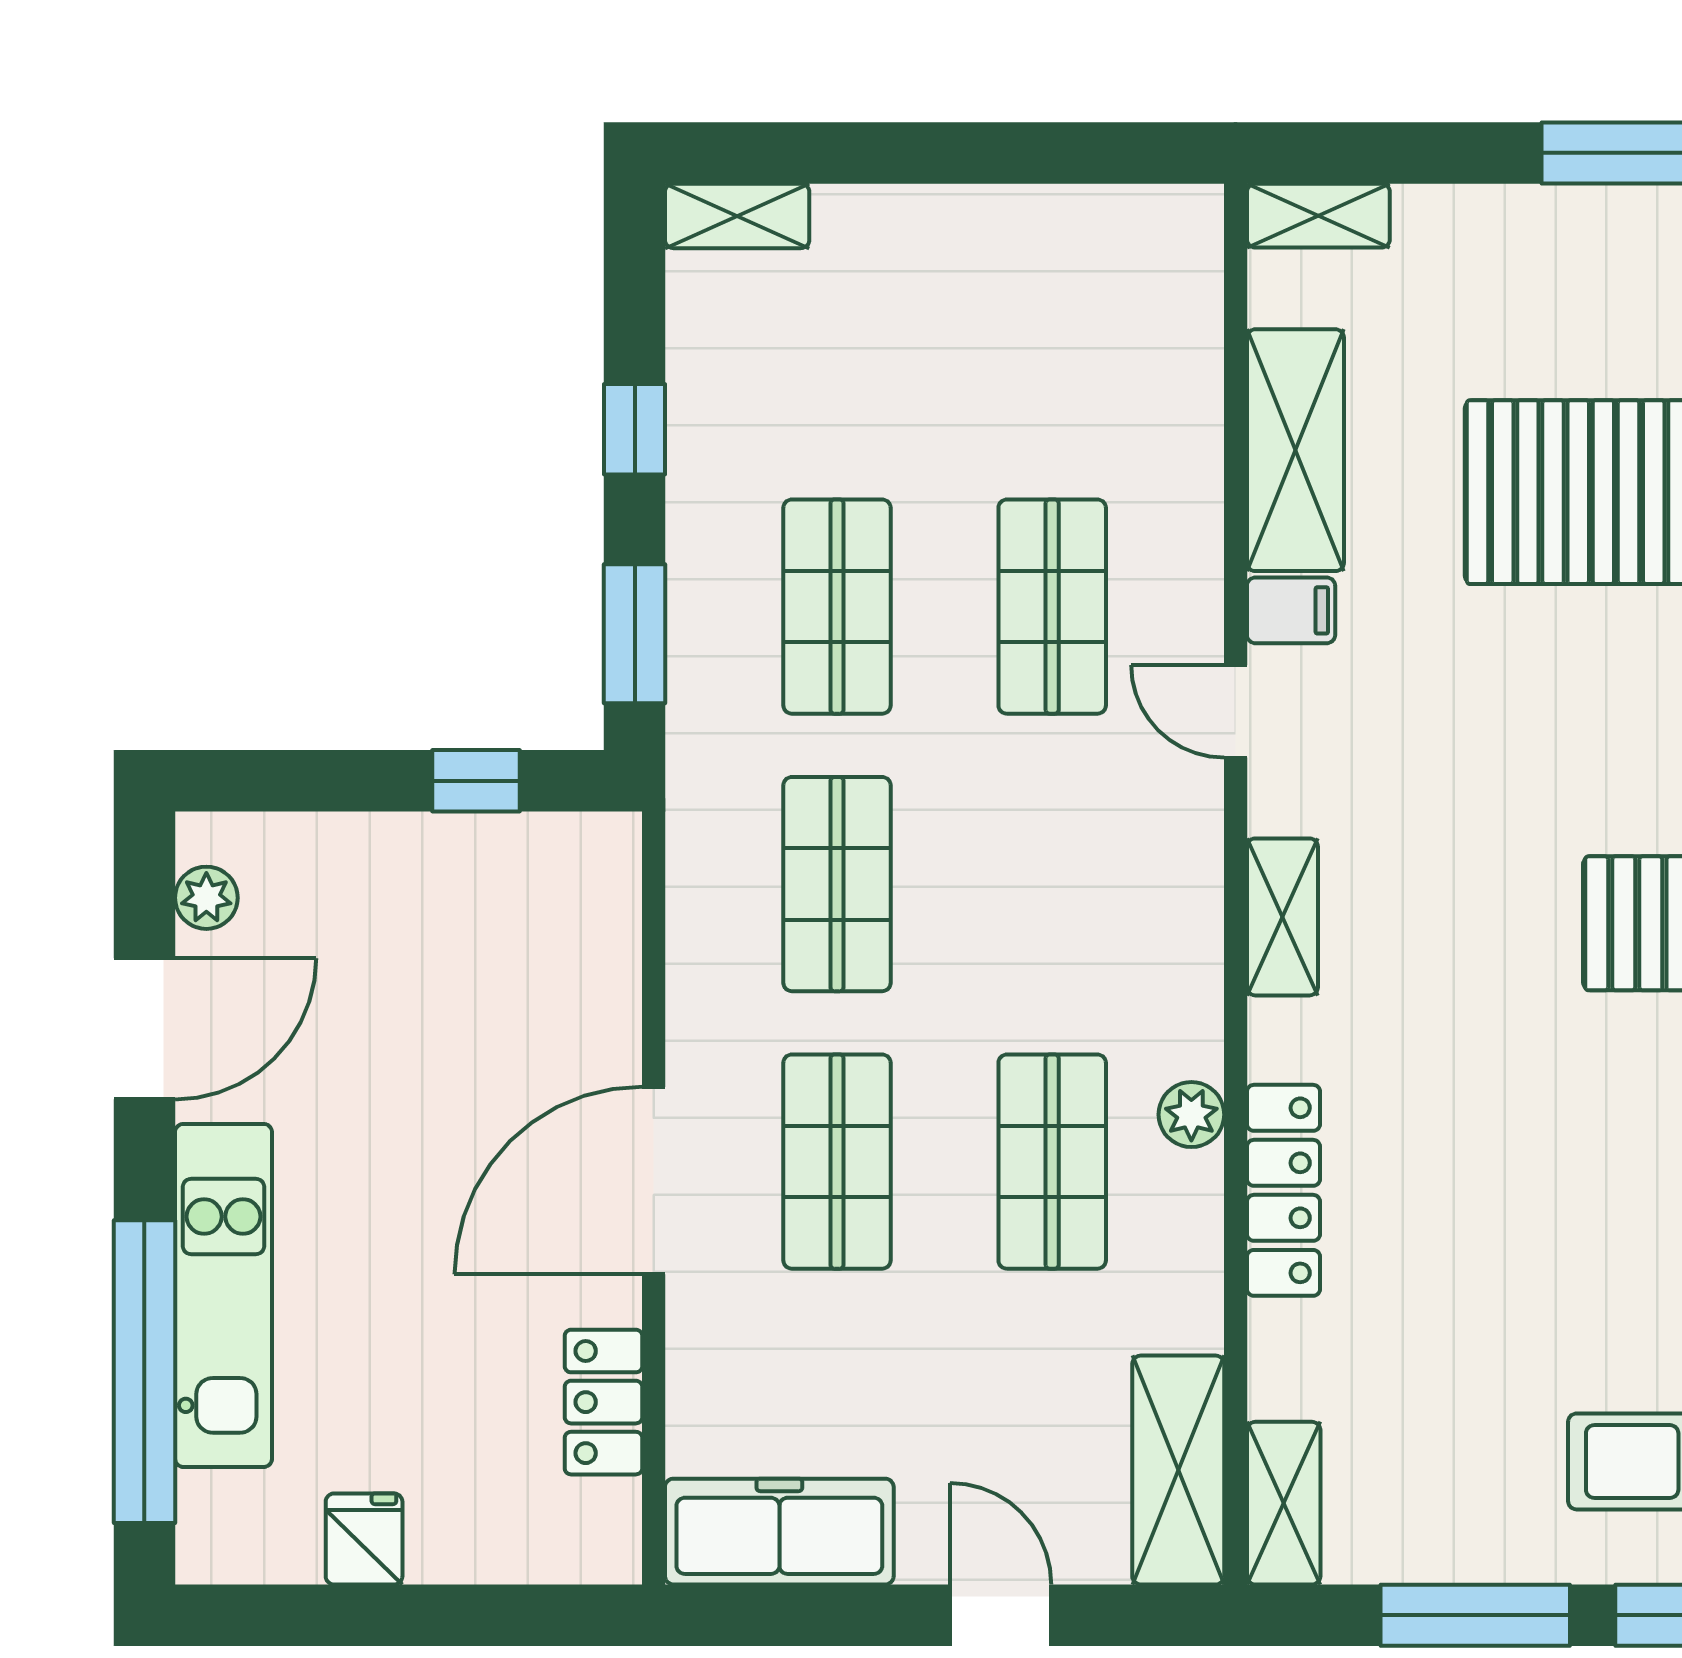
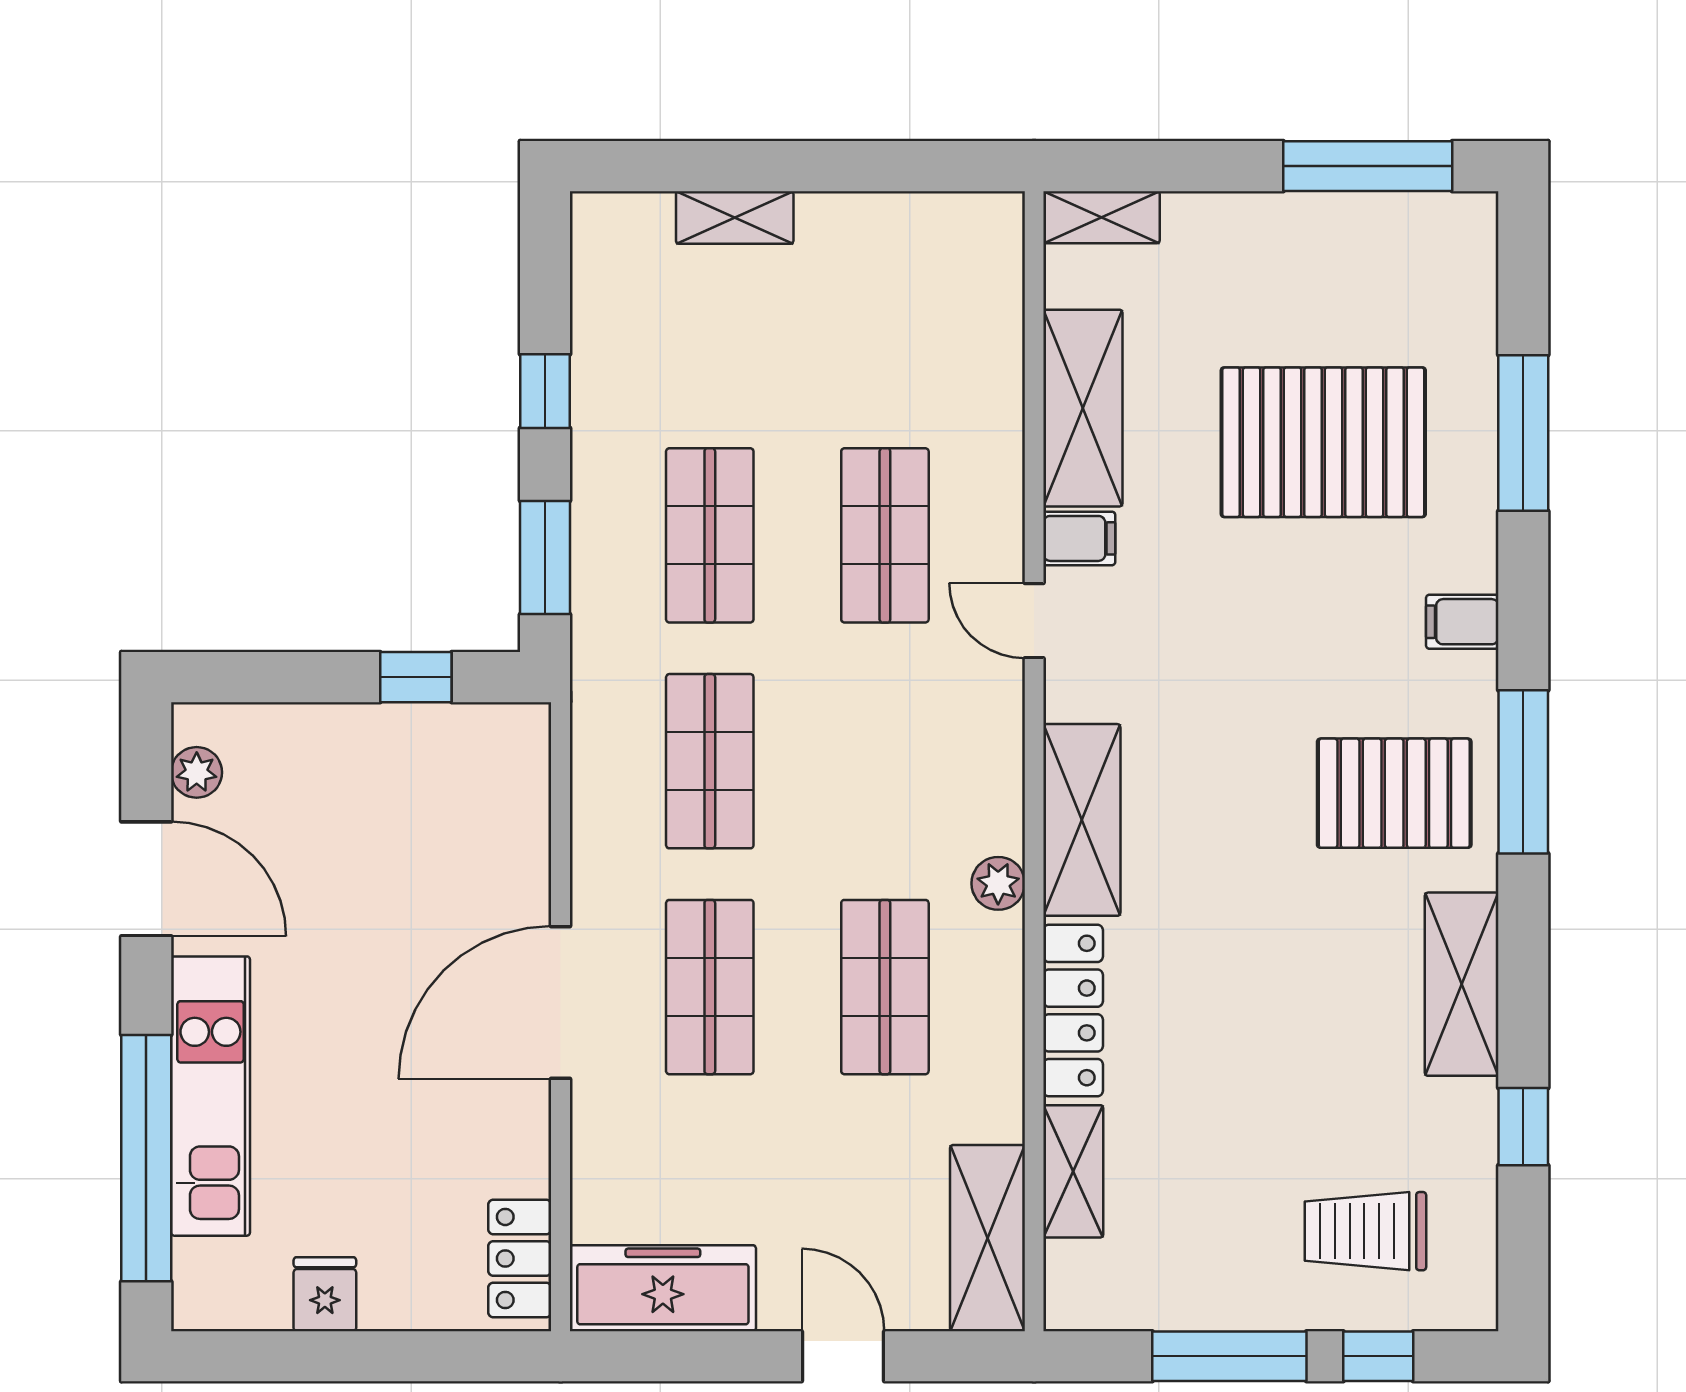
shelving: (737, 216) -> (735, 217), moved
shelving: (1282, 917) -> (1082, 820), width x1.50, depth x1.33
door: (144, 1029) -> (146, 879), hinge flipped
plant: (1191, 1115) -> (998, 883), moved
locker: (603, 1402) -> (520, 1258), moved
shelving: (1284, 1503) -> (1073, 1171), moved

